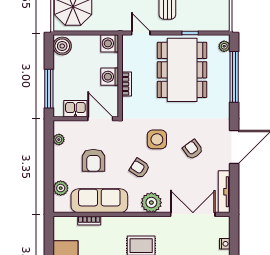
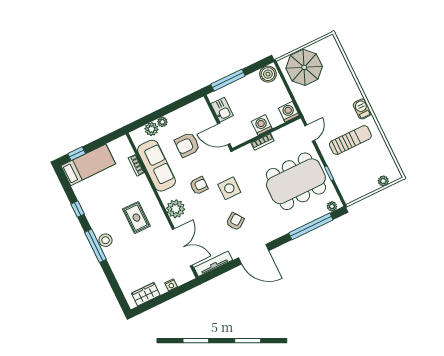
door: (100, 119) -> (224, 134), swing flipped
plant: (59, 140) -> (162, 122), moved
armchair: (140, 168) -> (199, 186), turned 57

